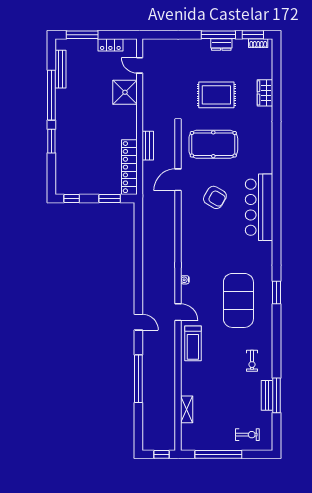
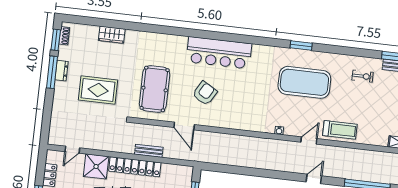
rug: (216, 95) -> (98, 90), moved, turned 90
locker: (129, 167) -> (135, 167), moved

